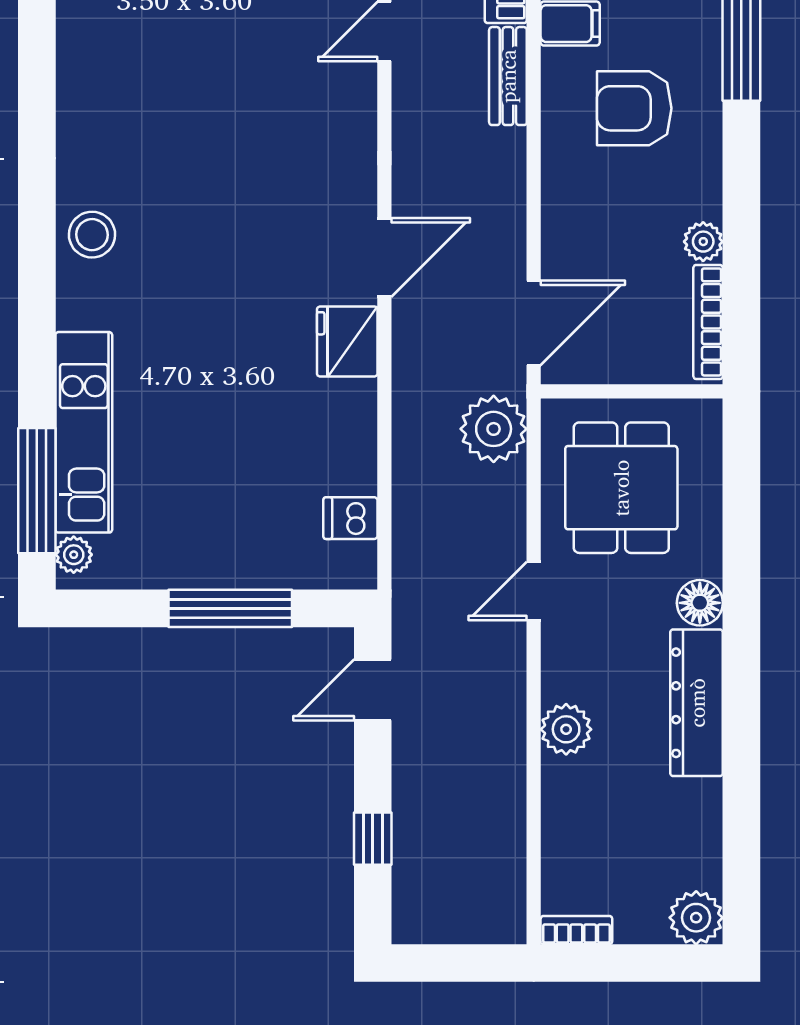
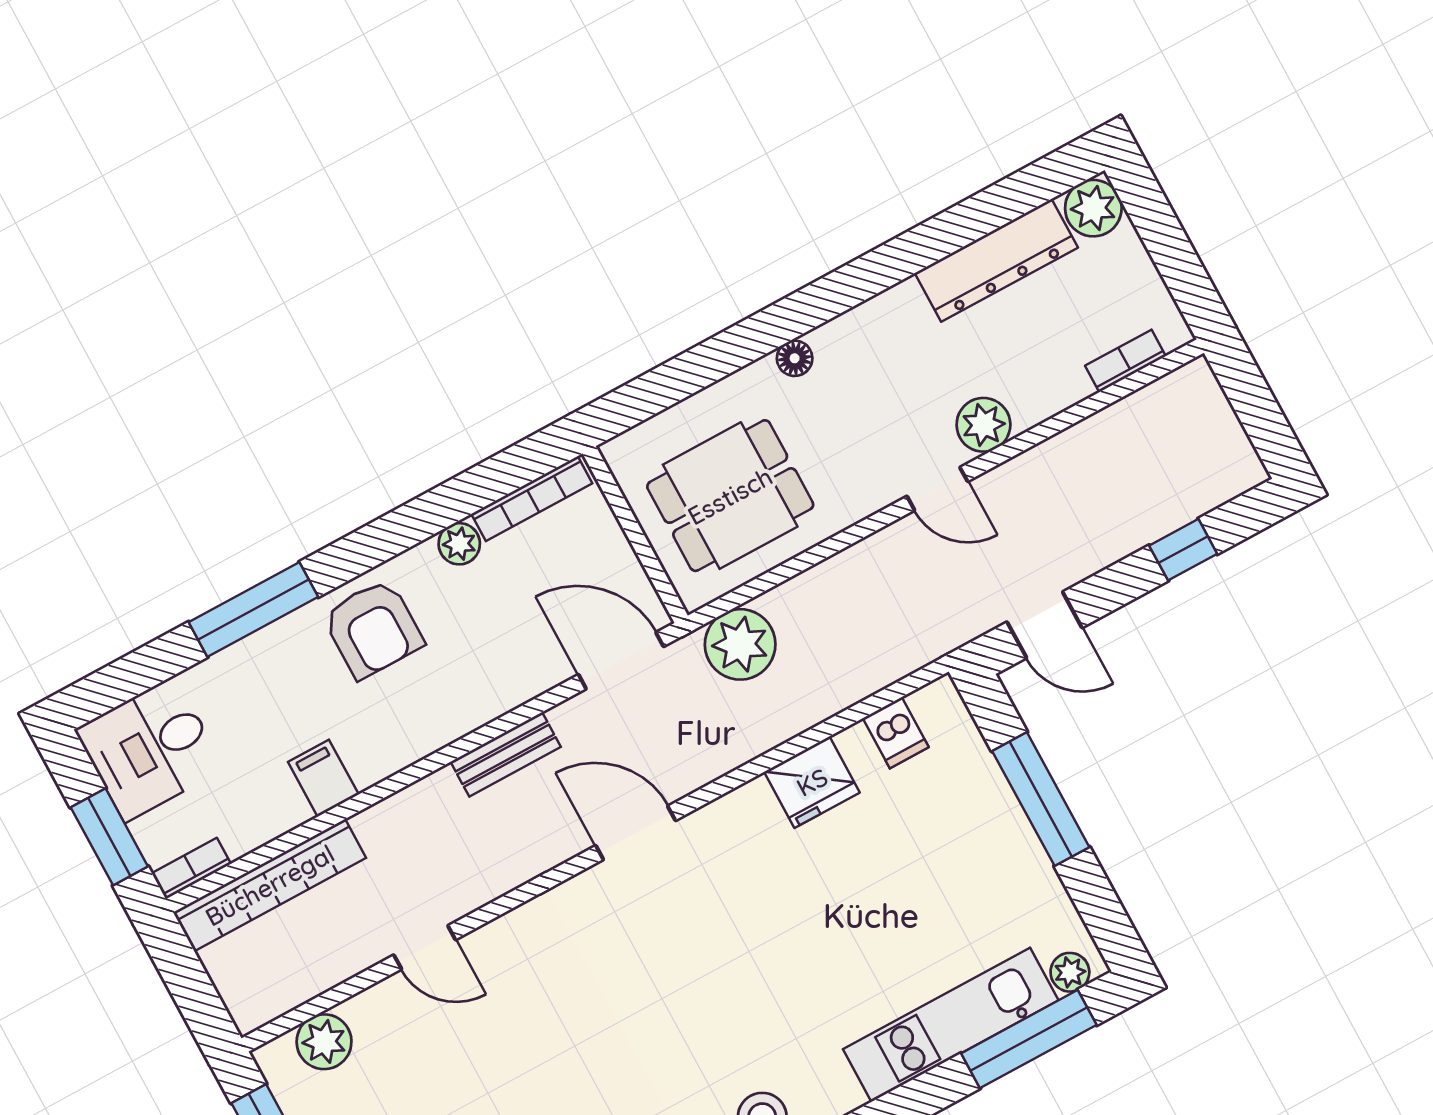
bench: (508, 76) -> (506, 754), moved
armchair: (634, 108) -> (373, 629), moved
fridge: (347, 342) -> (812, 782), moved
door: (534, 591) -> (937, 489), moved
floor lamp: (700, 603) -> (795, 358), width x0.73, depth x0.73
dresser: (697, 703) -> (996, 260), moved
bookcase: (576, 930) -> (1125, 361), moved, turned 90

